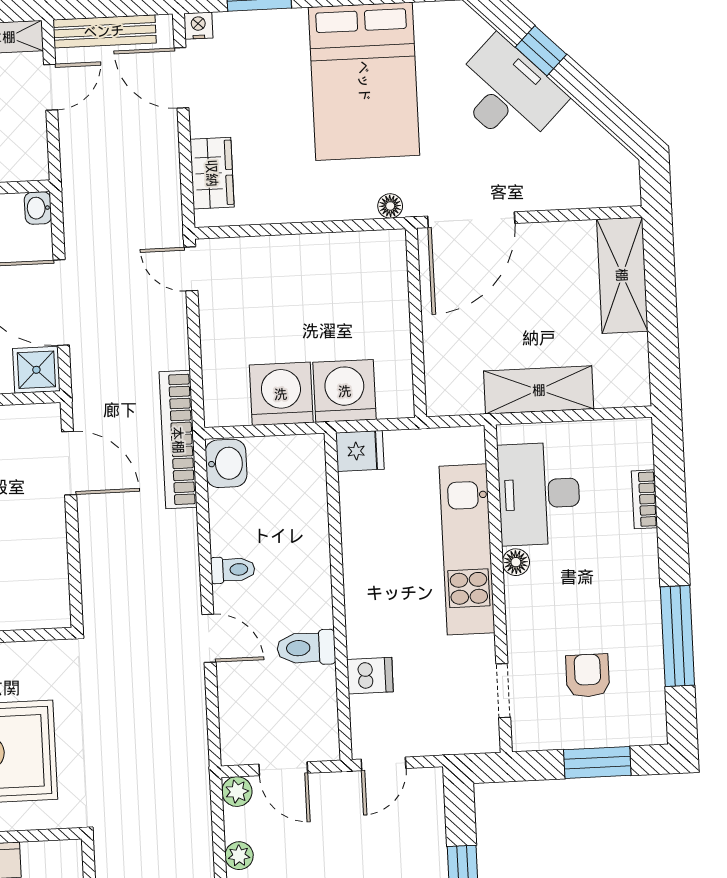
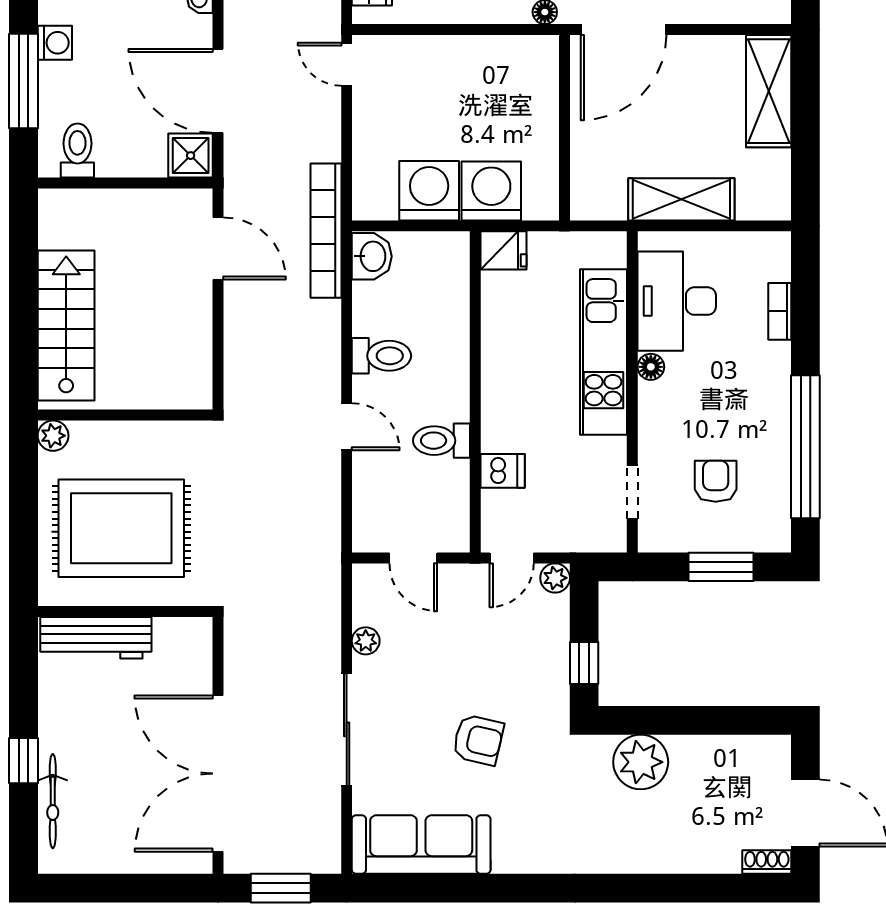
toilet: (233, 570) -> (382, 356), width x1.37, depth x1.39
window: (677, 636) -> (805, 447), width x1.46
plant: (237, 792) -> (555, 578), moved

